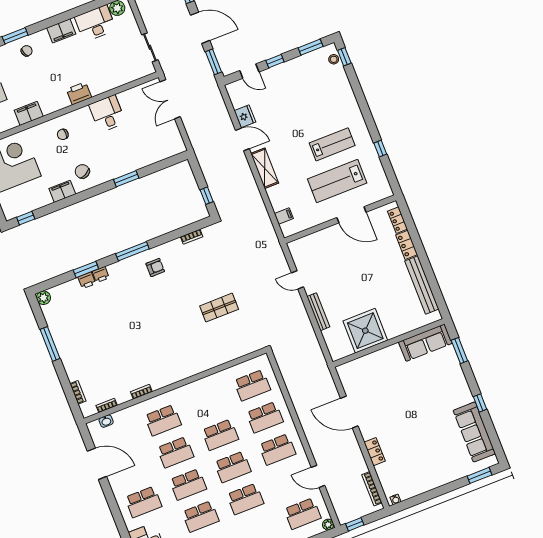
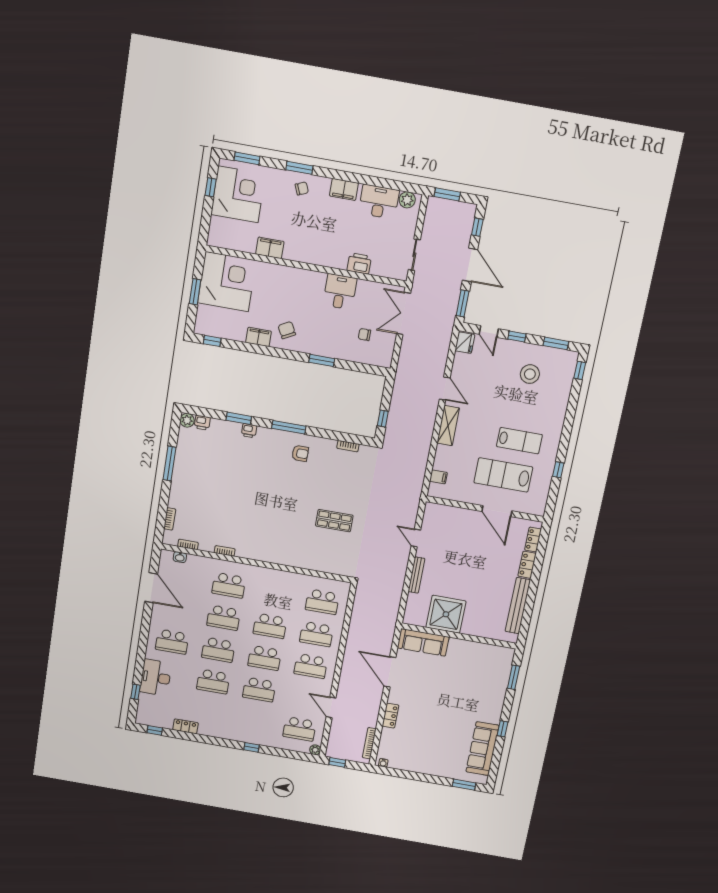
stool: (334, 59) -> (530, 374), moved, width x1.89, depth x1.89
printer: (79, 93) -> (359, 263), moved
fridge: (245, 116) -> (465, 343), moved
chair: (63, 134) -> (364, 335), moved
printer: (87, 280) -> (202, 423), moved
sofa: (425, 343) -> (423, 642), moved

